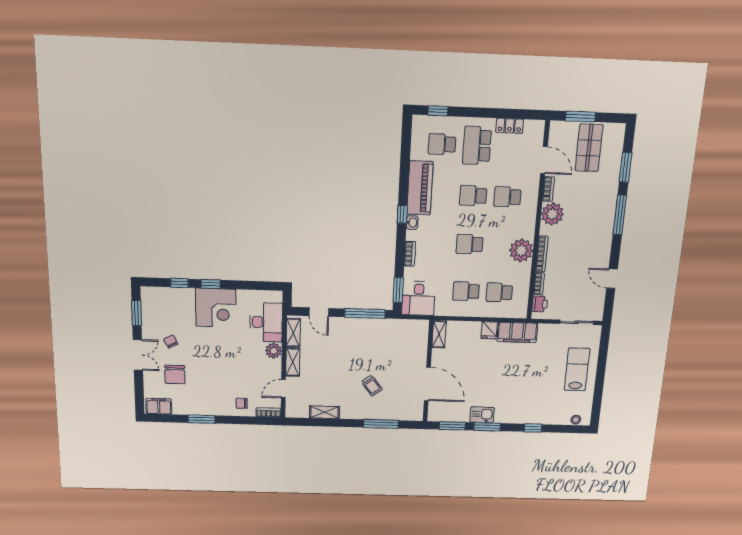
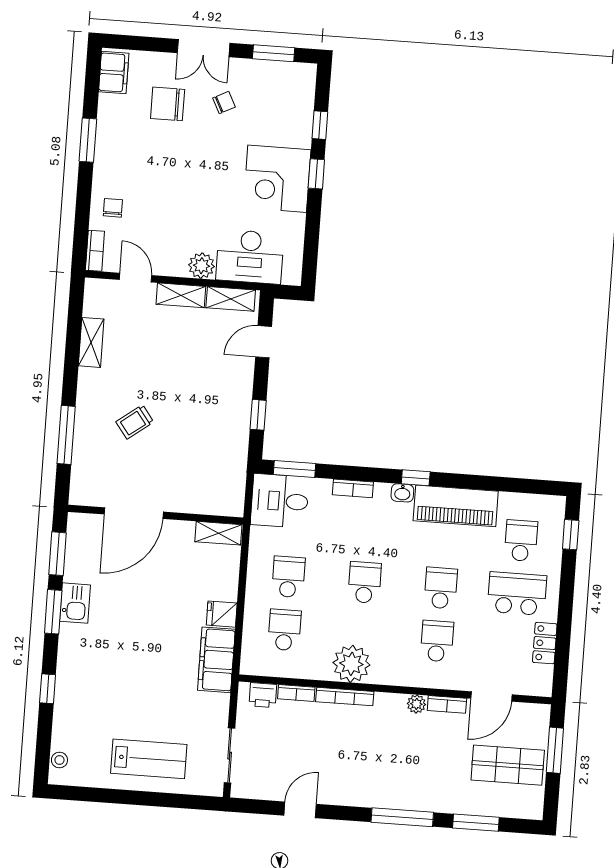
plant: (552, 214) -> (416, 704), width x0.53, depth x0.53
window: (365, 313) -> (258, 415), width x0.46

